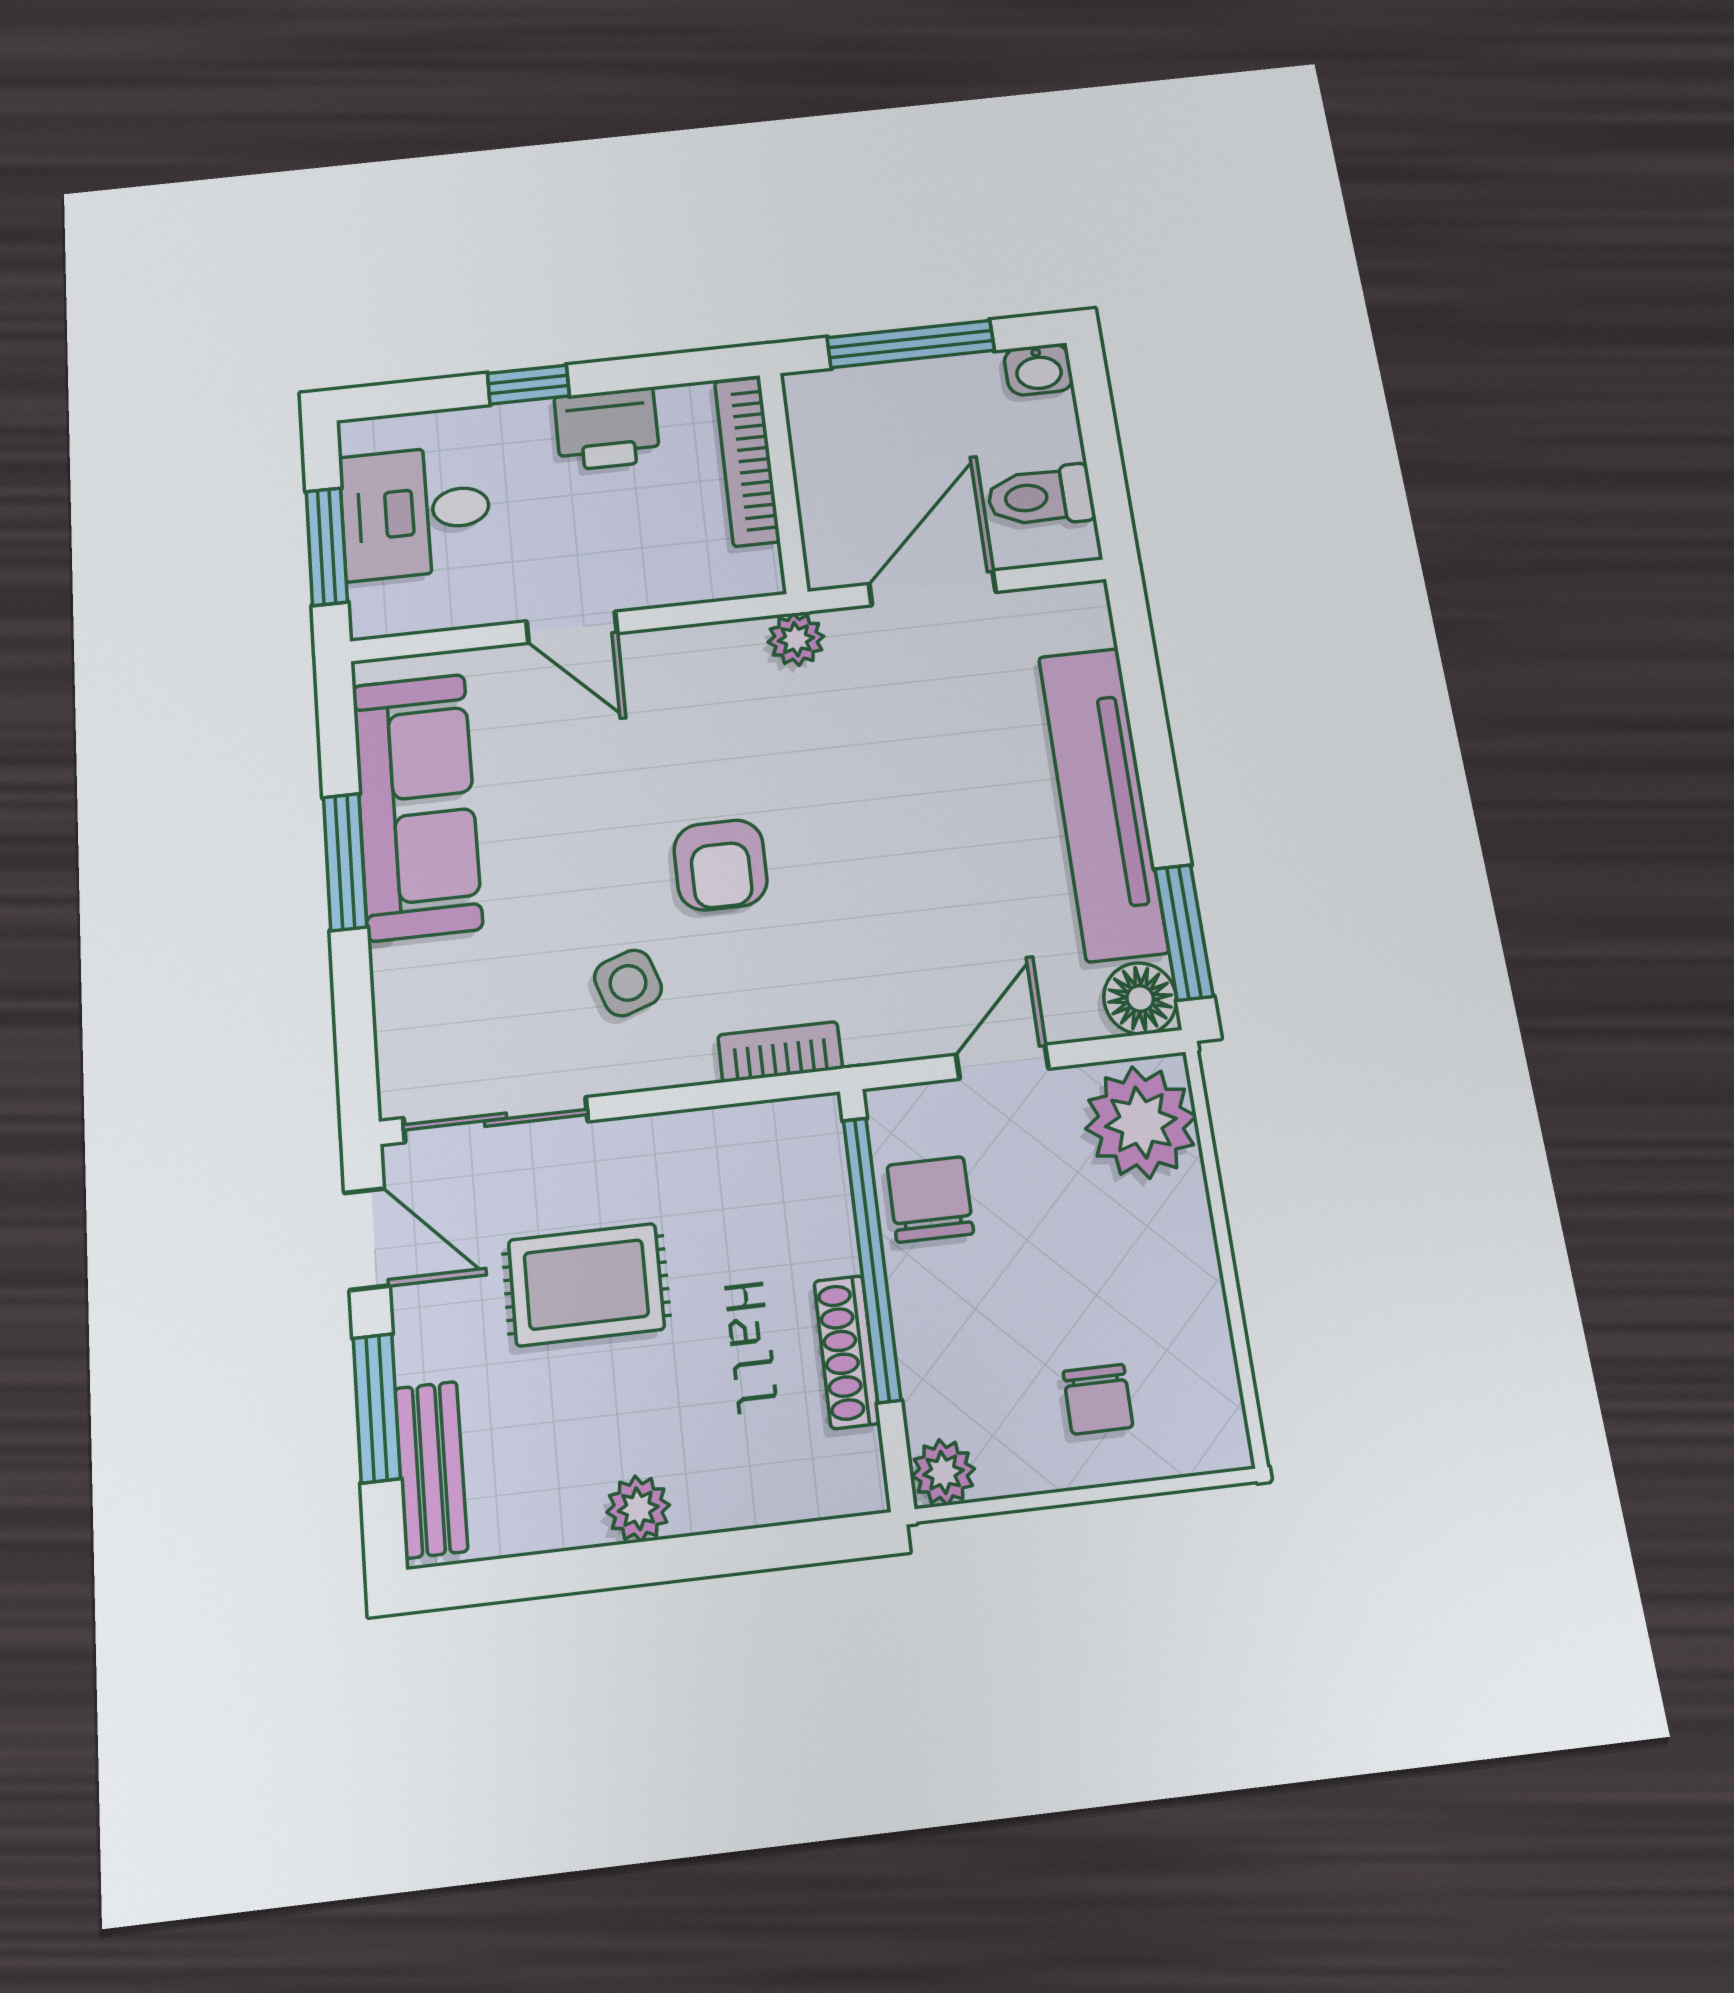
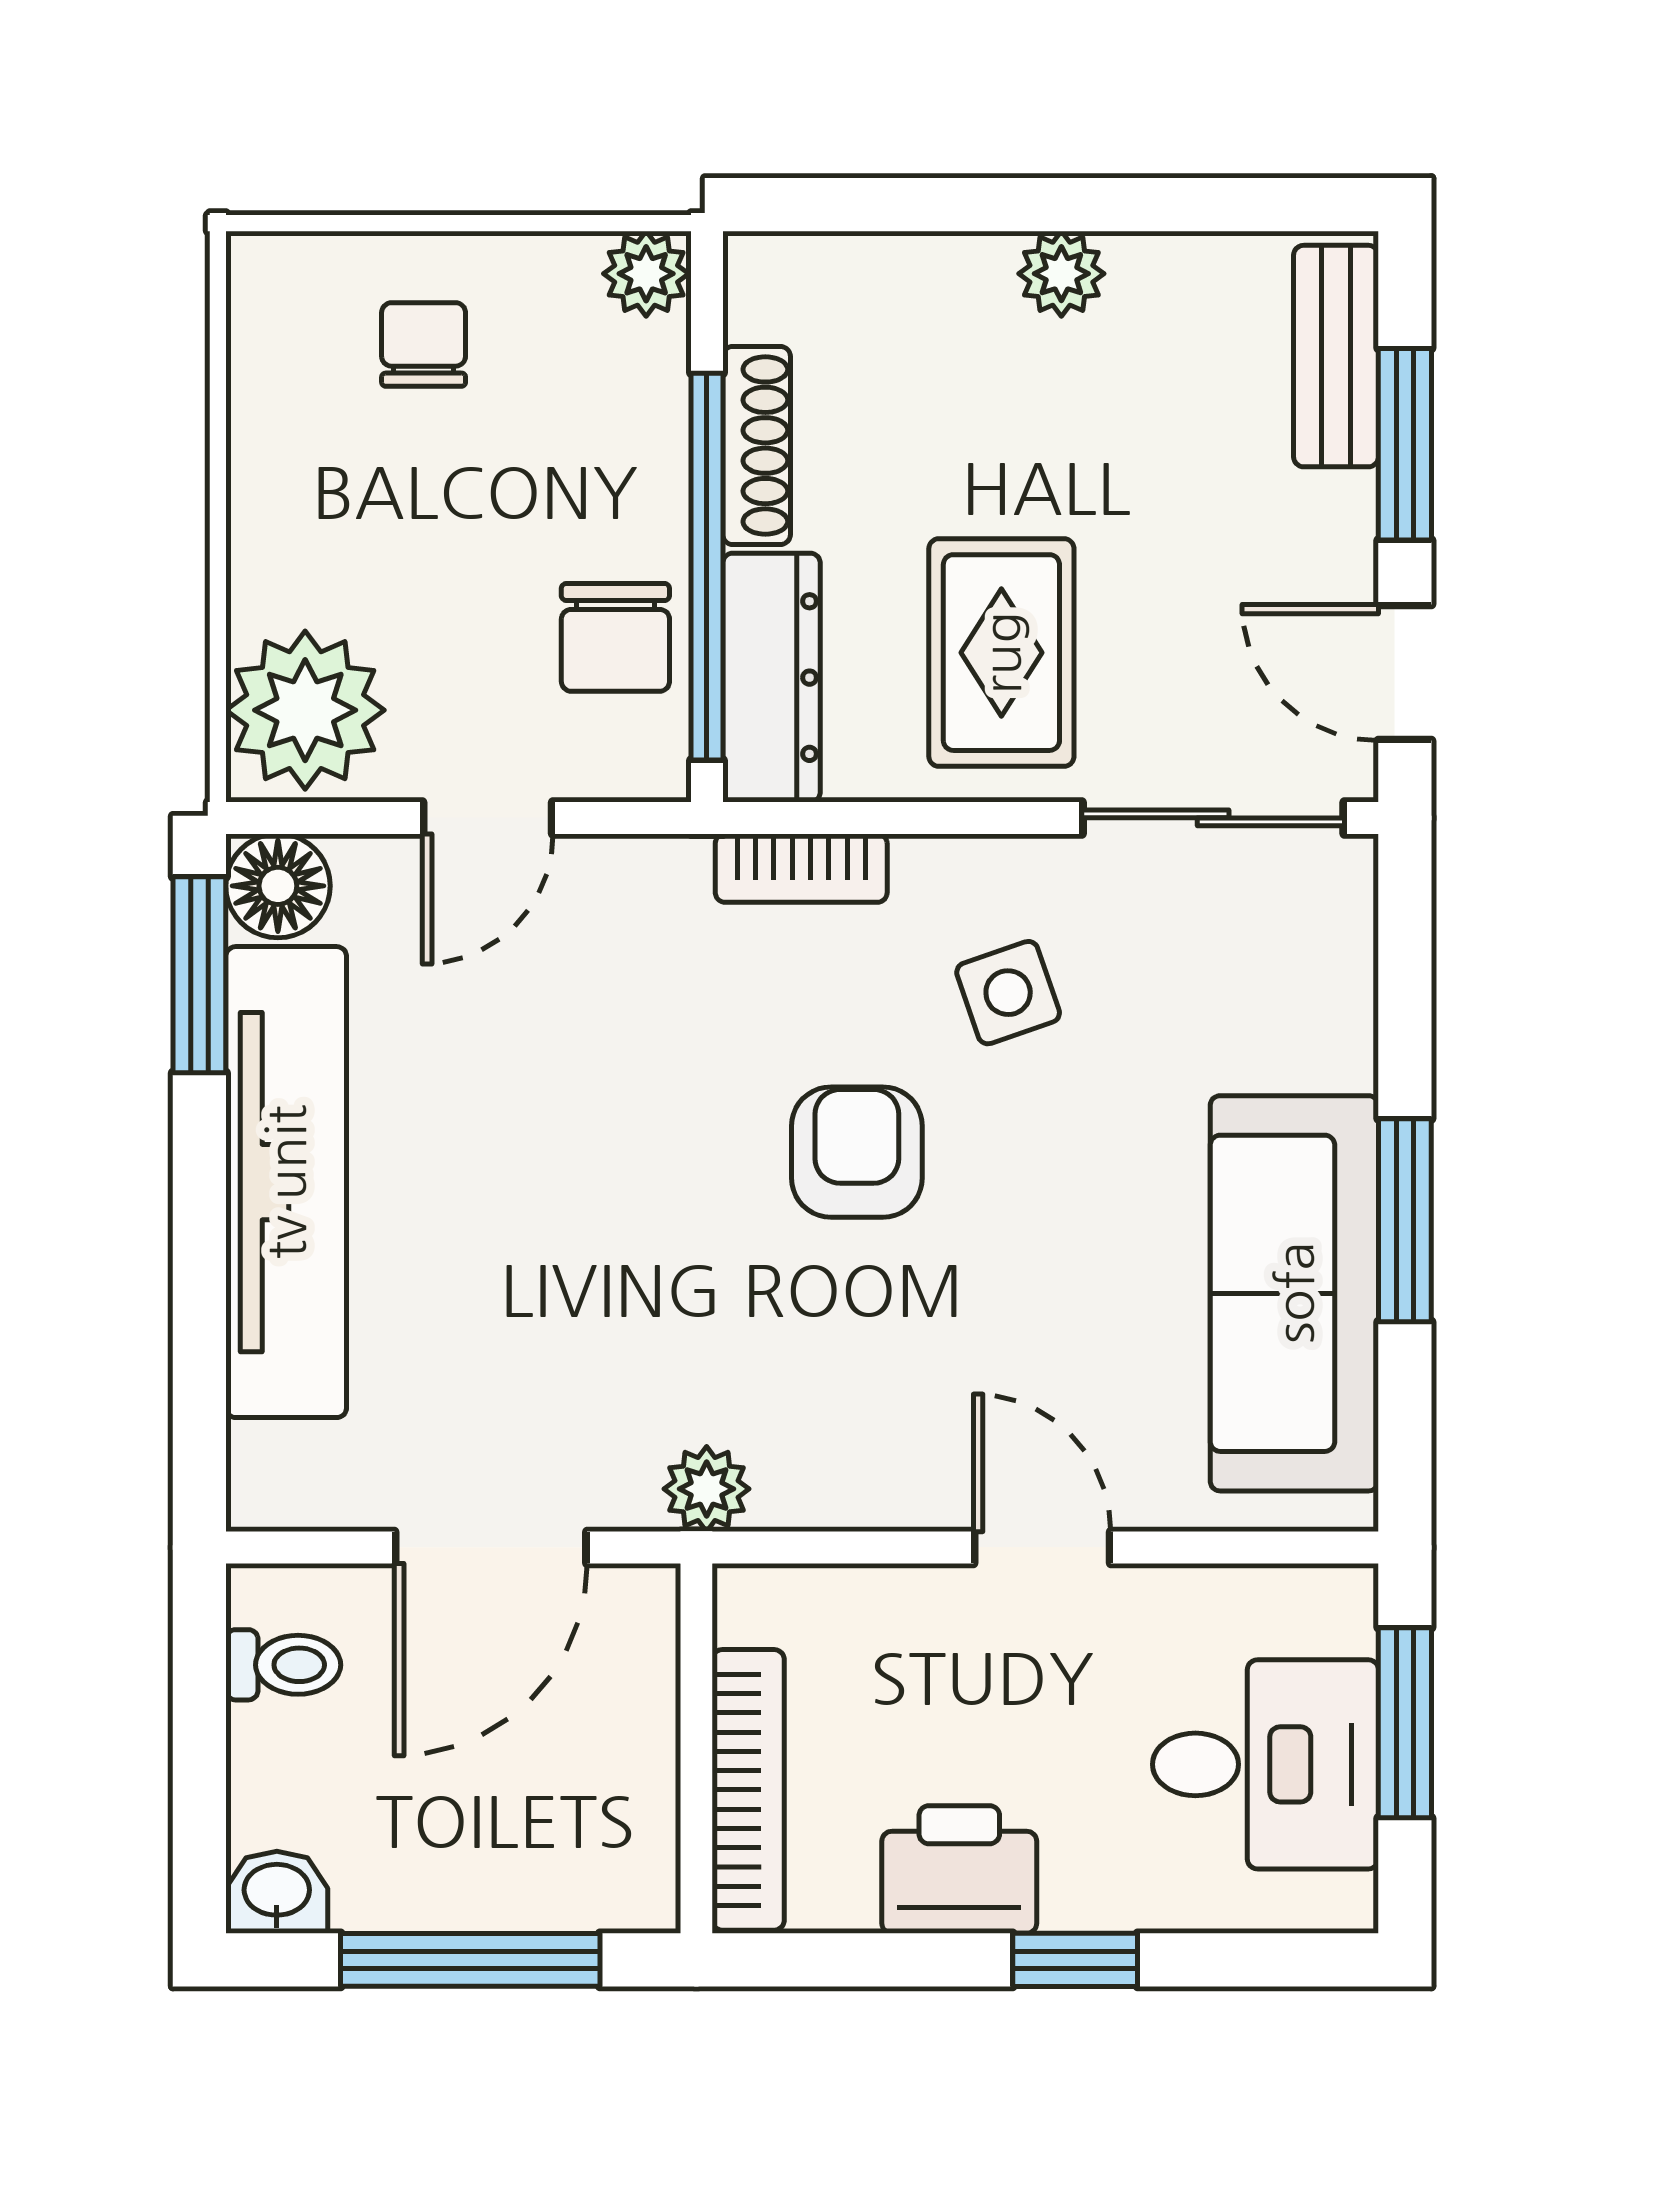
toilet: (1041, 496) -> (283, 1665), width x0.73, depth x0.72
dresser: (816, 1183) -> (772, 678), added
rug: (586, 1284) -> (1001, 653), moved, turned 90

